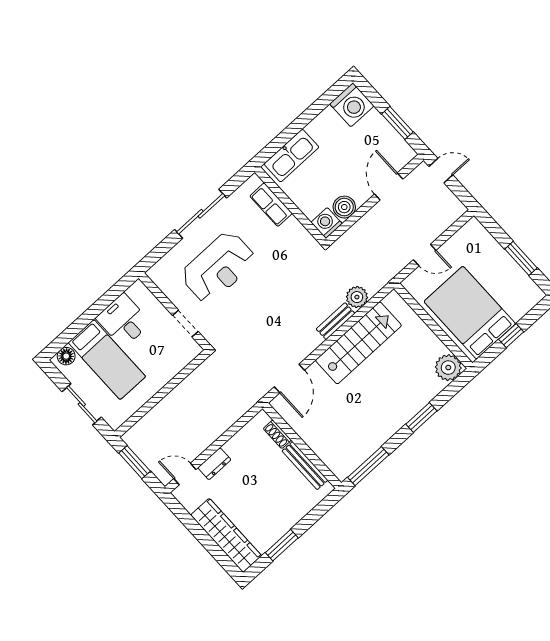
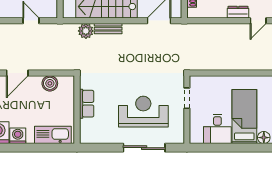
row of seats: (271, 205) -> (87, 104), moved
sliding door: (201, 214) -> (144, 148), moved
washing machine: (327, 223) -> (18, 136), moved, turned 180
door: (185, 474) -> (258, 21), hinge flipped

